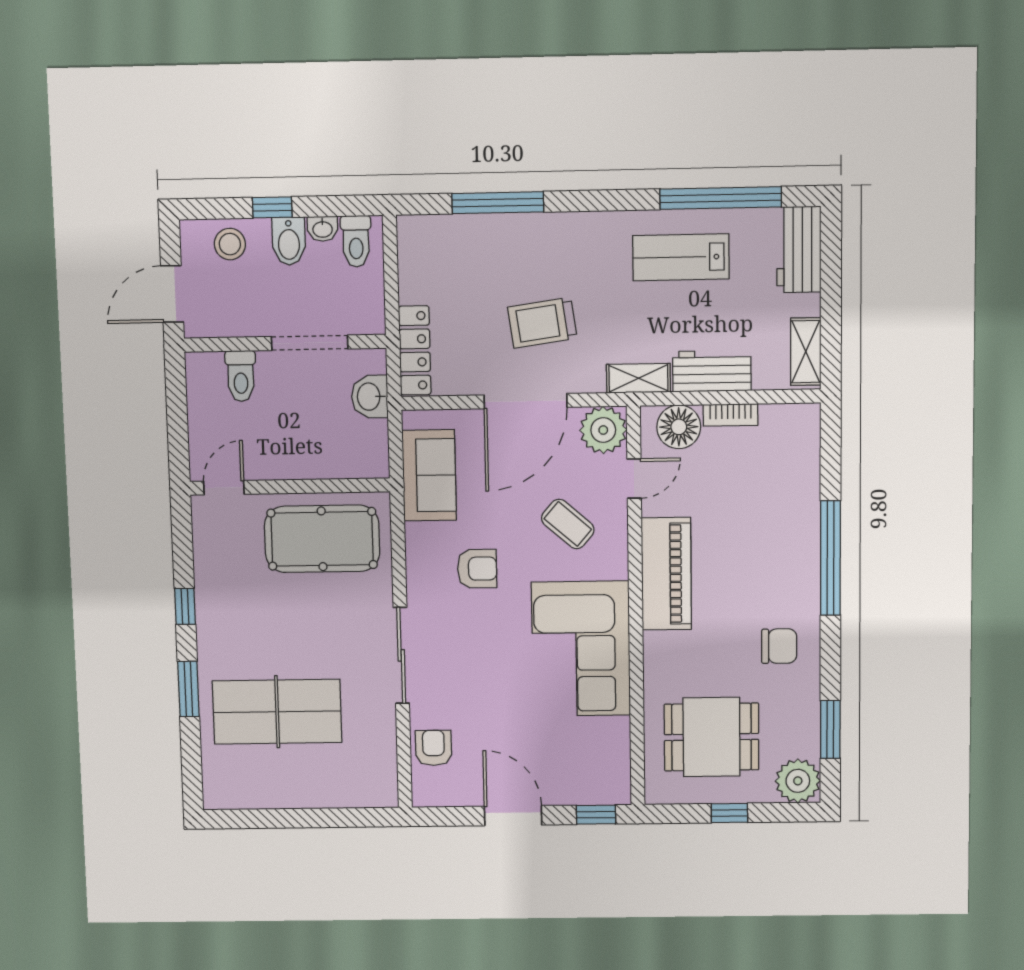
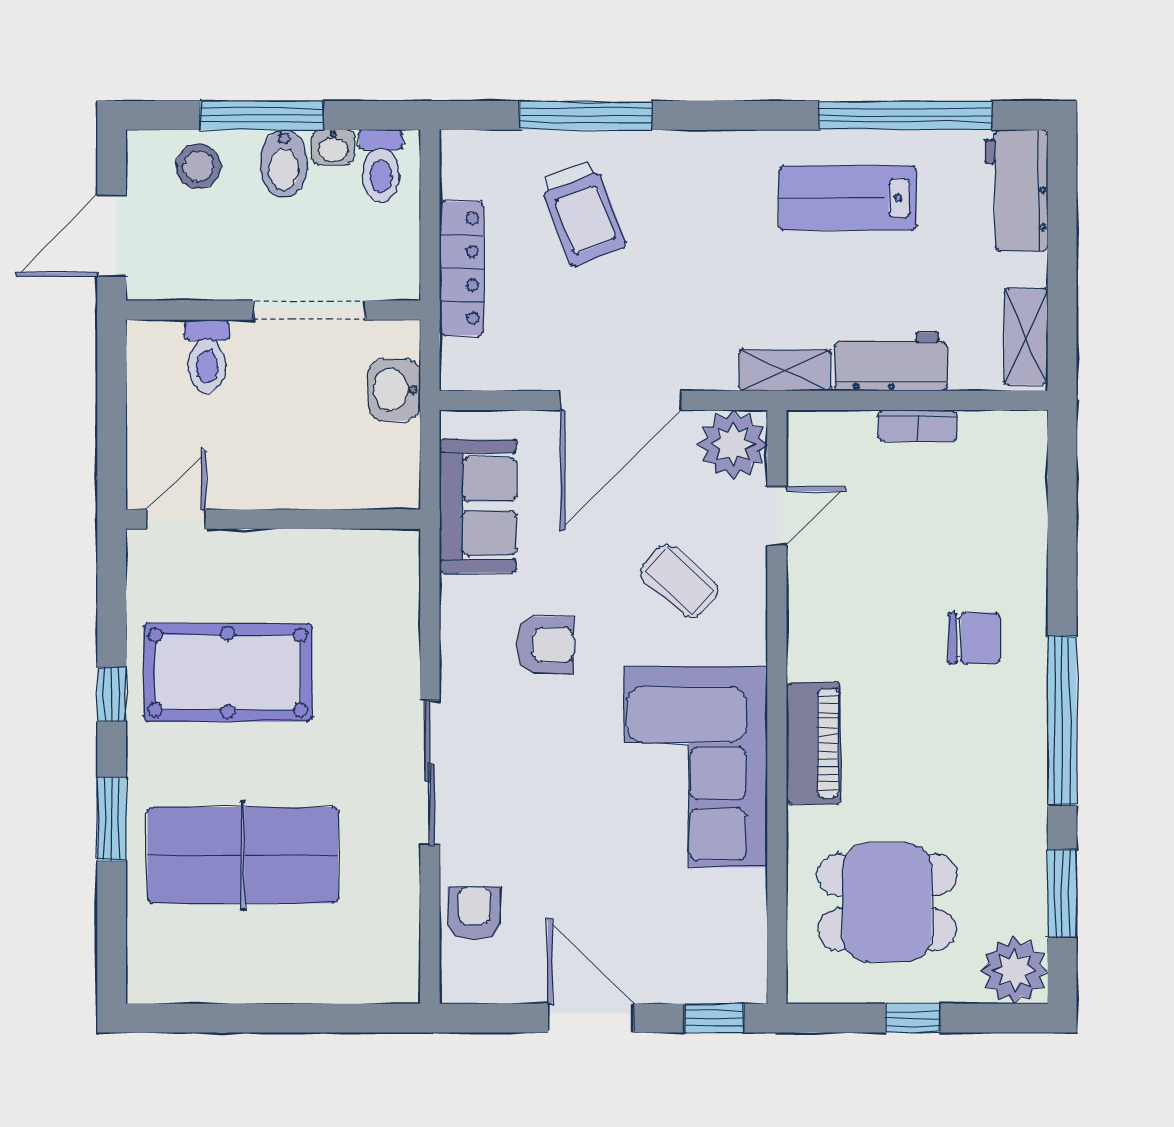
window: (272, 207) -> (261, 115), width x2.17
trolley: (542, 323) -> (583, 213), moved, turned -103
locker: (415, 350) -> (462, 268), moved
floor lamp: (679, 427) -> (842, 442), removed
pool table: (322, 539) -> (228, 672), moved
window: (830, 558) -> (1062, 720), moved
piano: (666, 574) -> (814, 743), moved, width x0.73, depth x0.75
chair: (779, 646) -> (974, 638), moved

